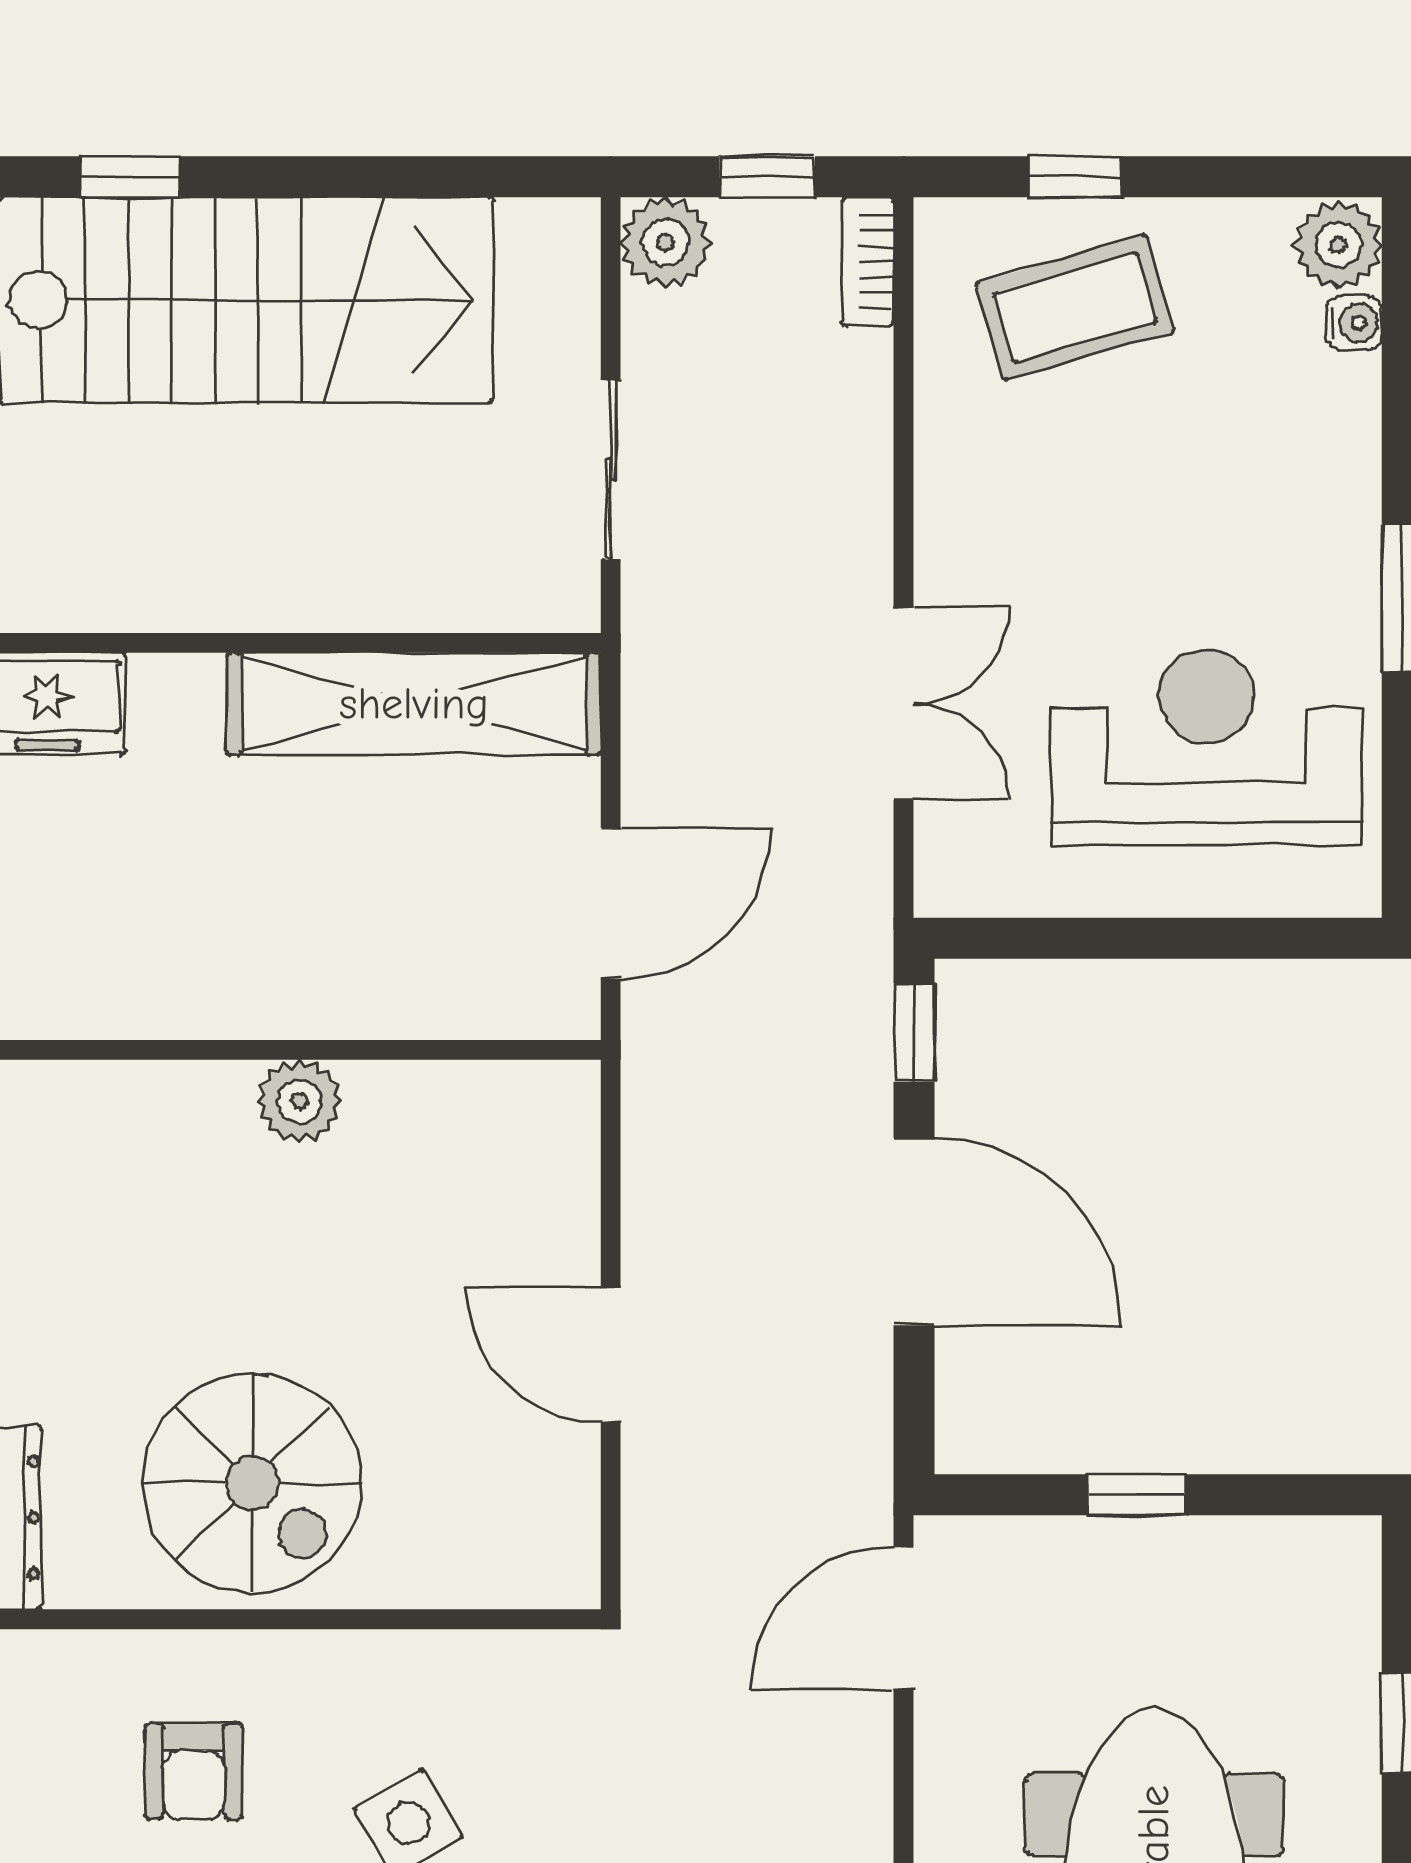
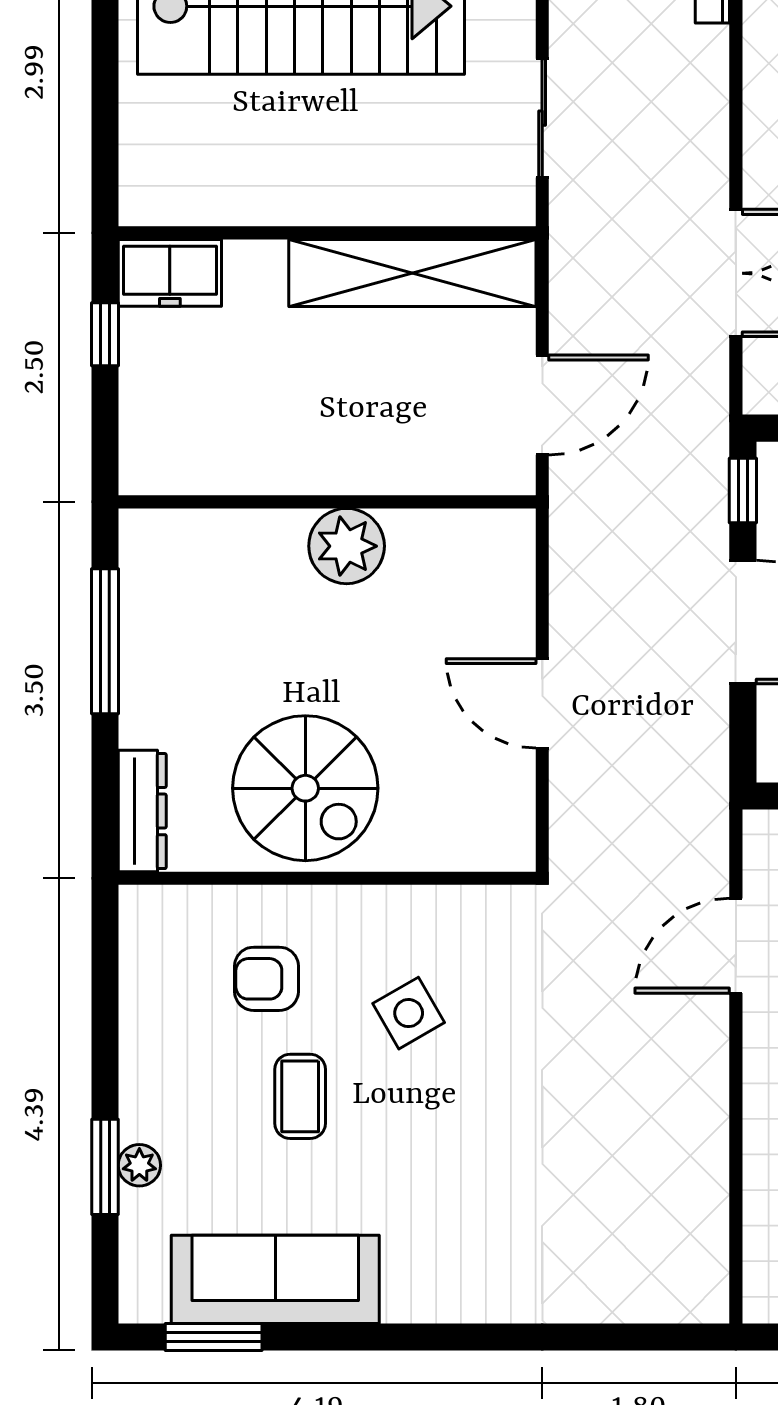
plant: (299, 1101) -> (347, 546), width x1.36, depth x1.36
door: (904, 1618) -> (736, 946), moved
armchair: (193, 1771) -> (266, 979), turned 90

